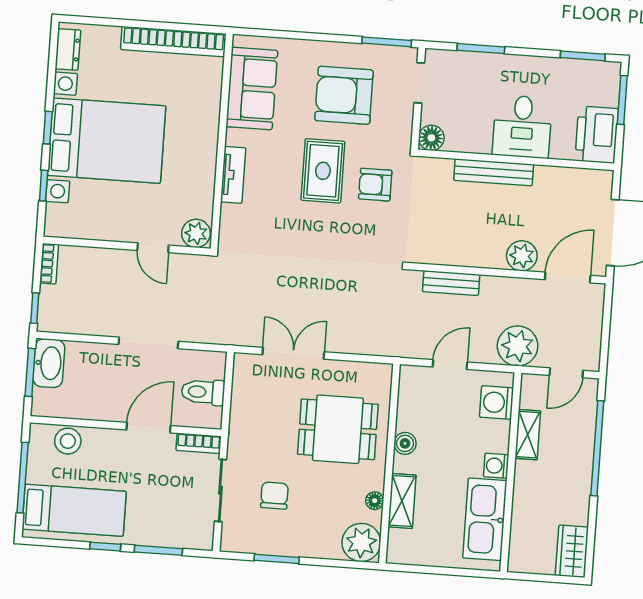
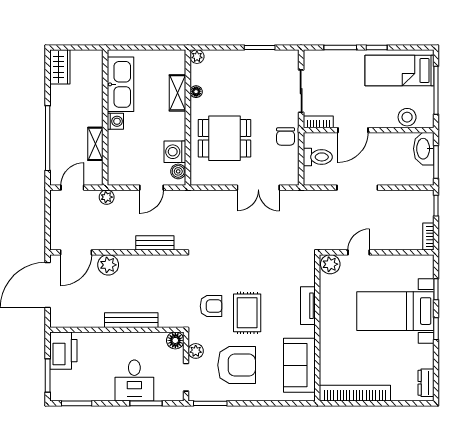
plant: (402, 120) -> (196, 351), added
desk: (522, 127) -> (134, 381), moved, turned 180
bed with nightstands: (107, 141) -> (395, 311), width x0.73
door: (153, 248) -> (359, 252), hinge flipped
plant: (518, 346) -> (107, 197), width x0.53, depth x0.53
washbasin: (49, 363) -> (424, 149), moved
washing machine: (497, 402) -> (175, 152), moved, turned 180
boiler: (405, 443) -> (178, 171), moved
chair: (274, 496) -> (286, 136), moved
plant: (361, 542) -> (197, 57), width x0.53, depth x0.53

